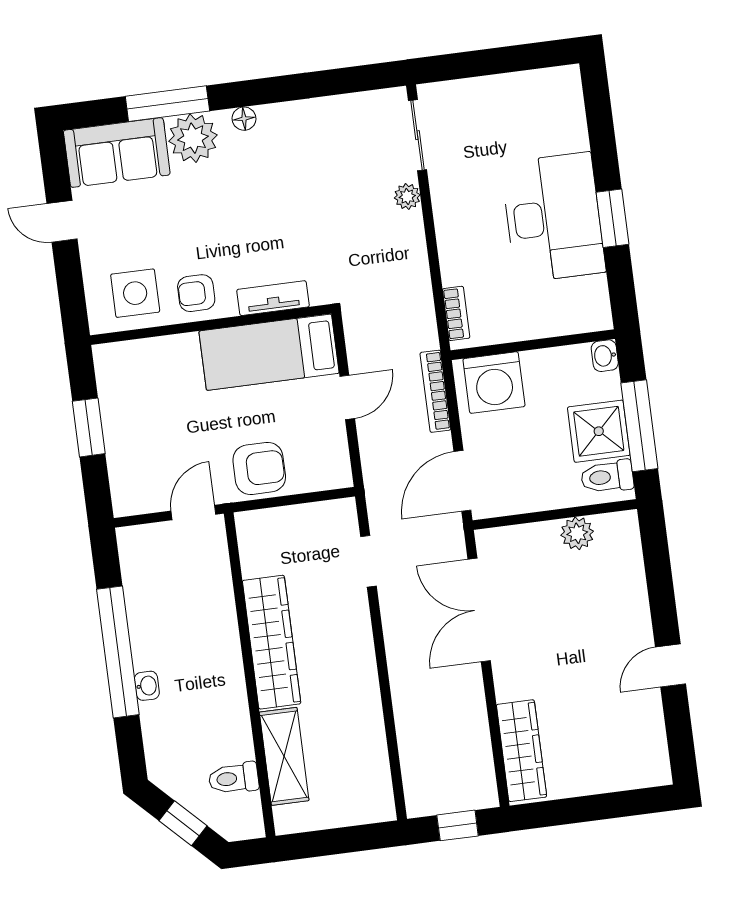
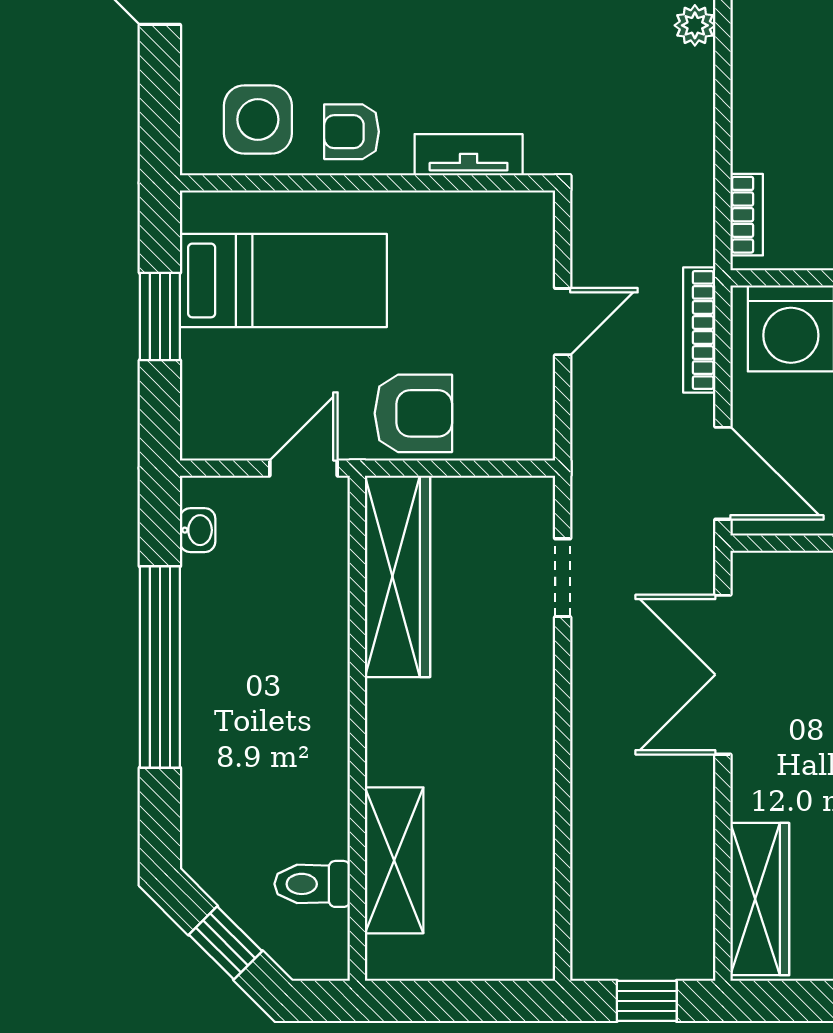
bed: (269, 352) -> (283, 280), moved, turned 180
door: (462, 481) -> (723, 473), swing flipped
wardrobe: (272, 642) -> (398, 576), moved
washbasin: (147, 686) -> (198, 530), moved

